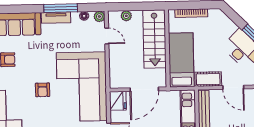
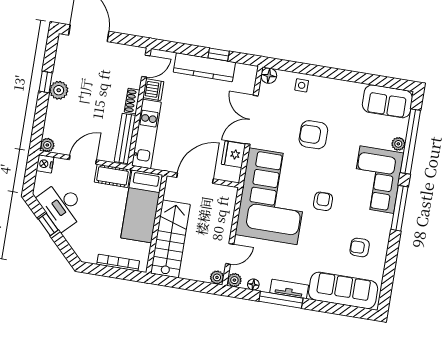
plant: (126, 16) -> (217, 277), moved
door: (107, 36) -> (230, 254), swing flipped
door: (233, 87) -> (83, 160), hinge flipped
fridge: (118, 101) -> (233, 154), moved

